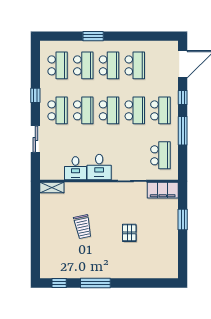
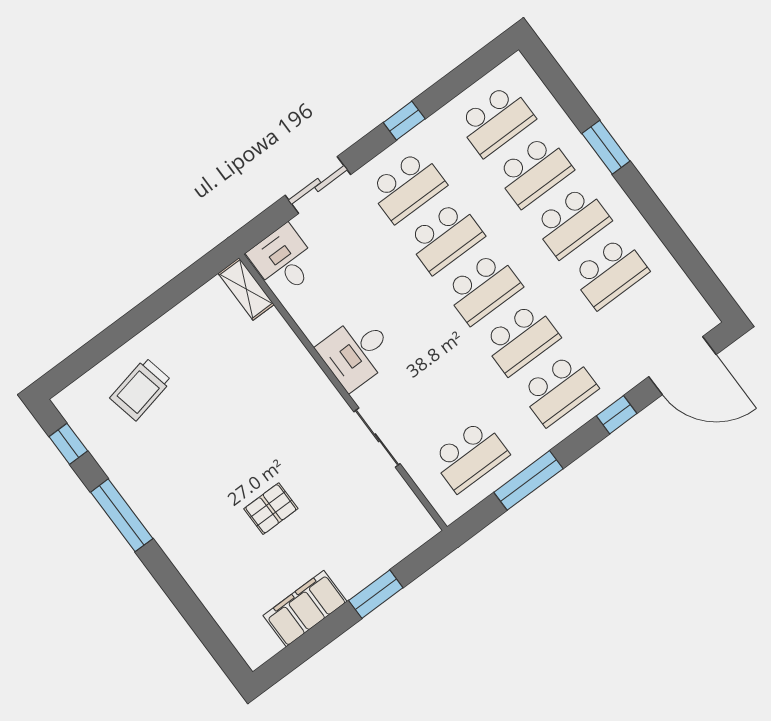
window: (183, 131) -> (528, 480), moved
desk: (75, 168) -> (284, 260), moved, turned 90
filing cabinet: (163, 190) -> (305, 608), moved, turned 90
trolley: (83, 227) -> (141, 389), moved

